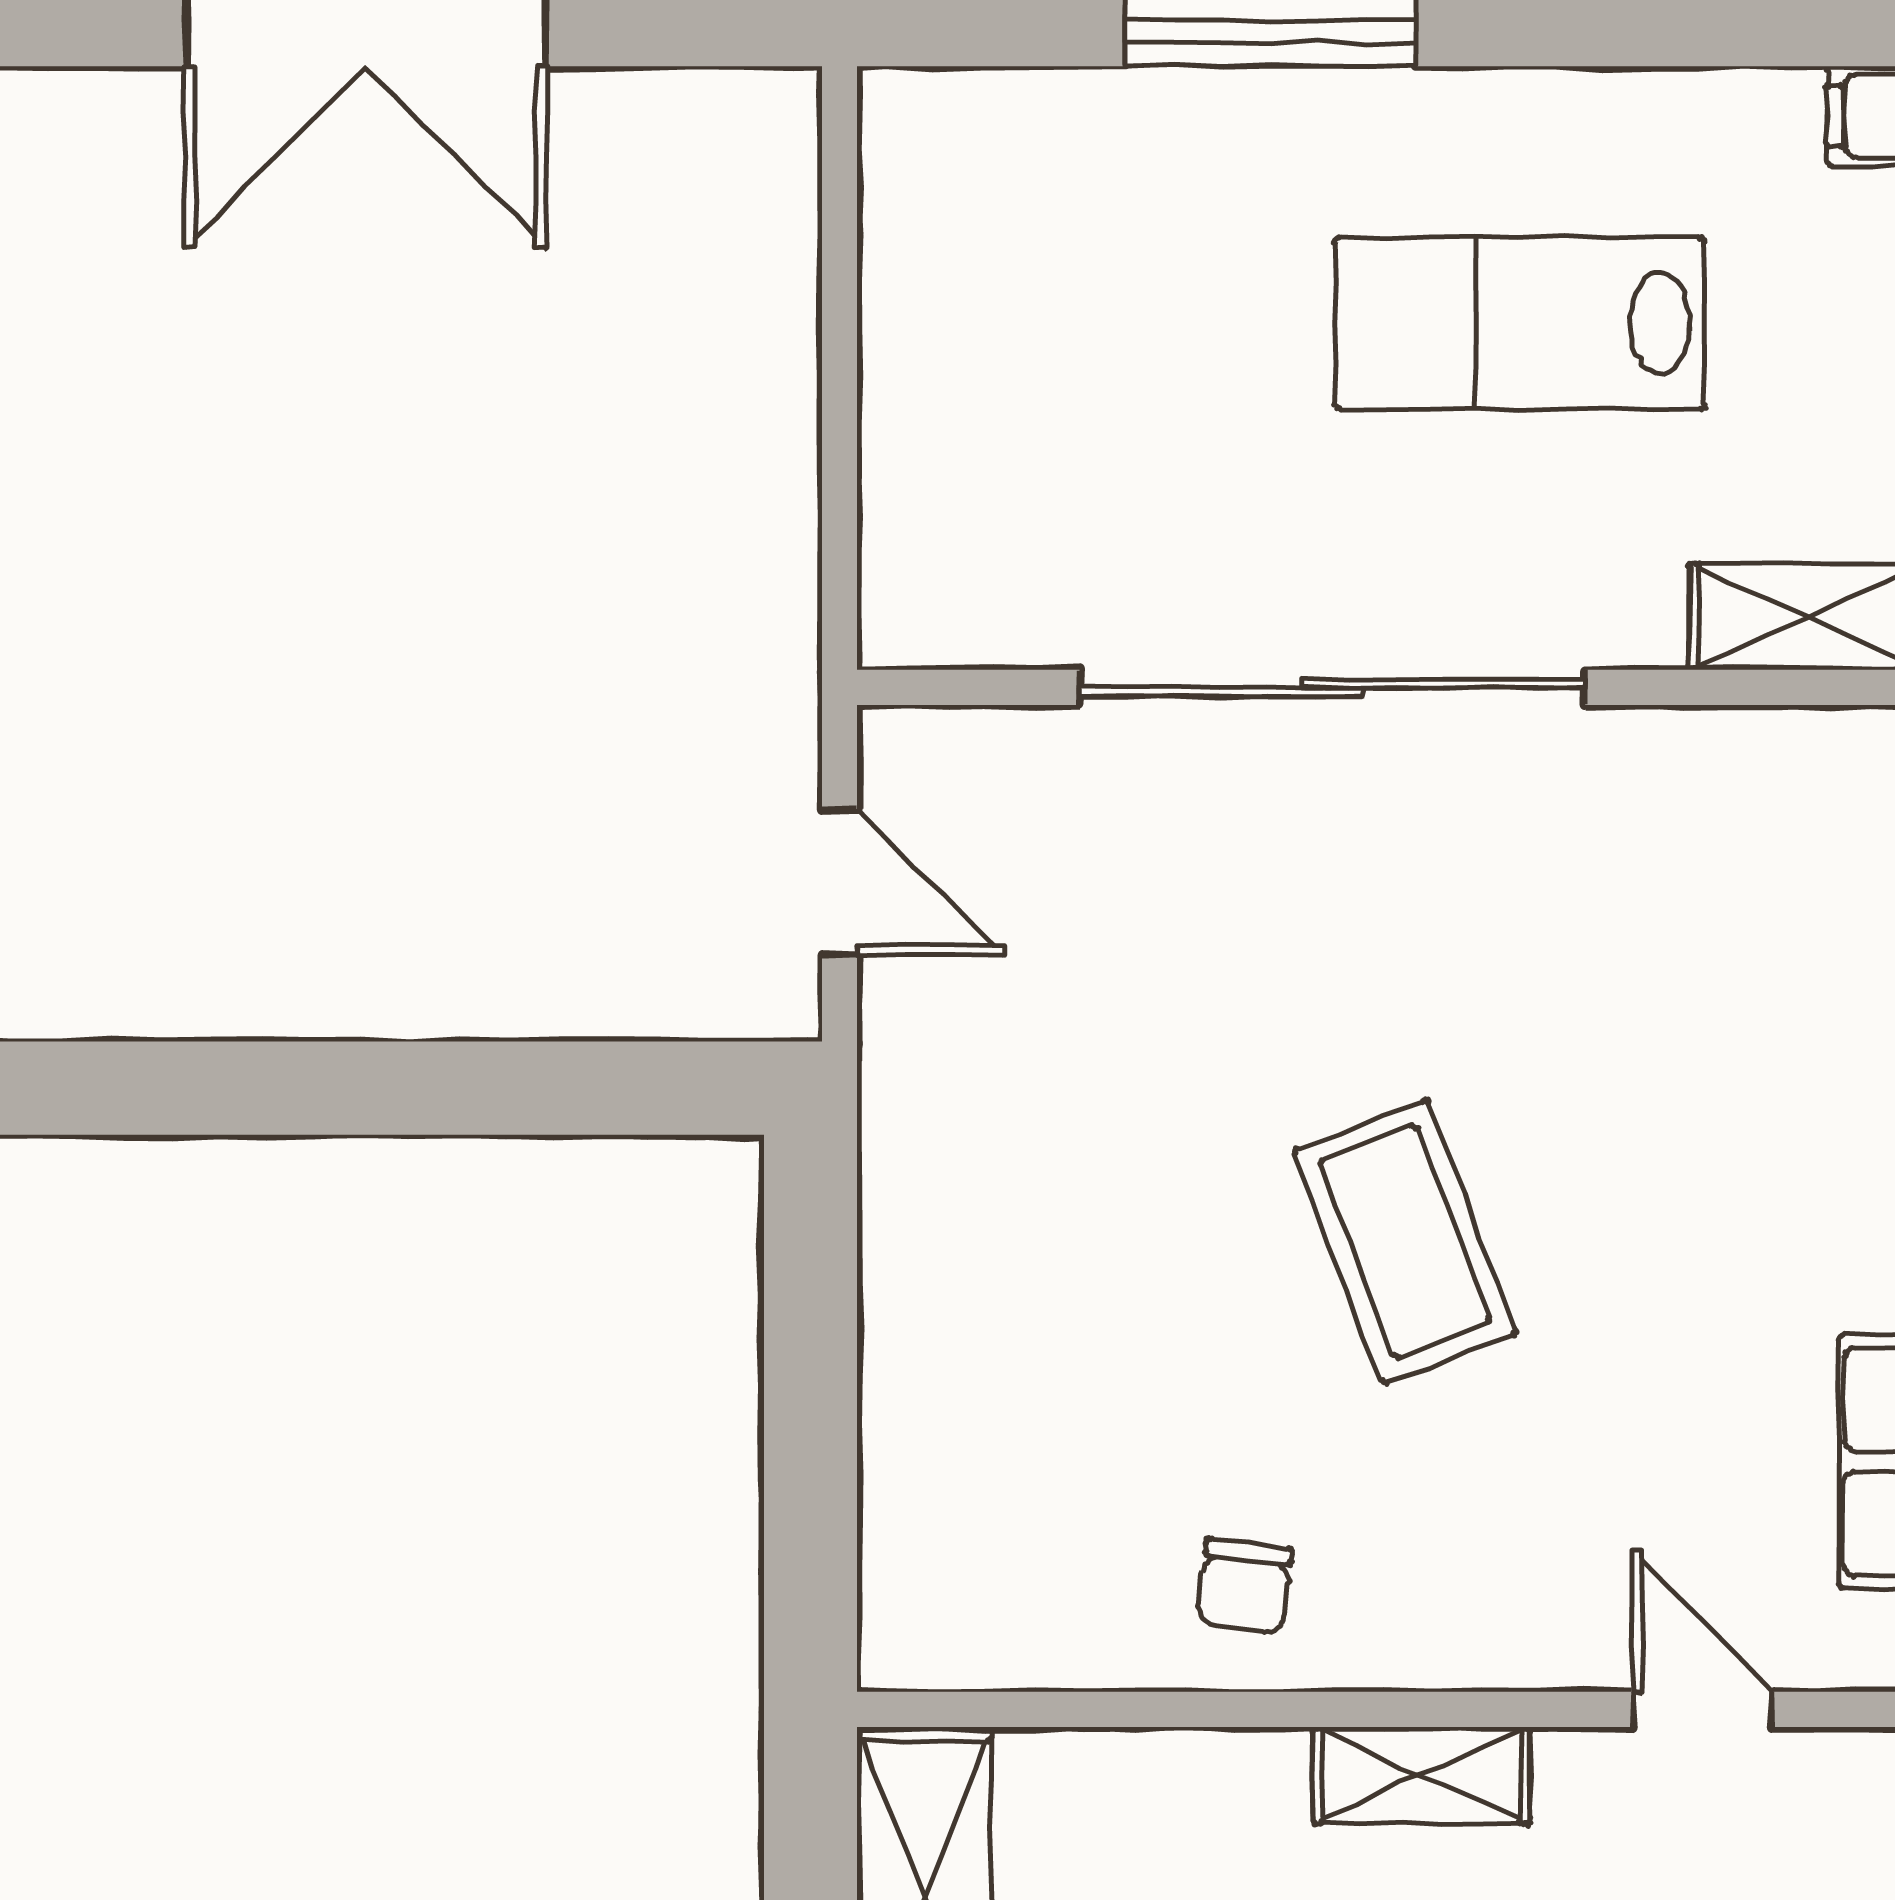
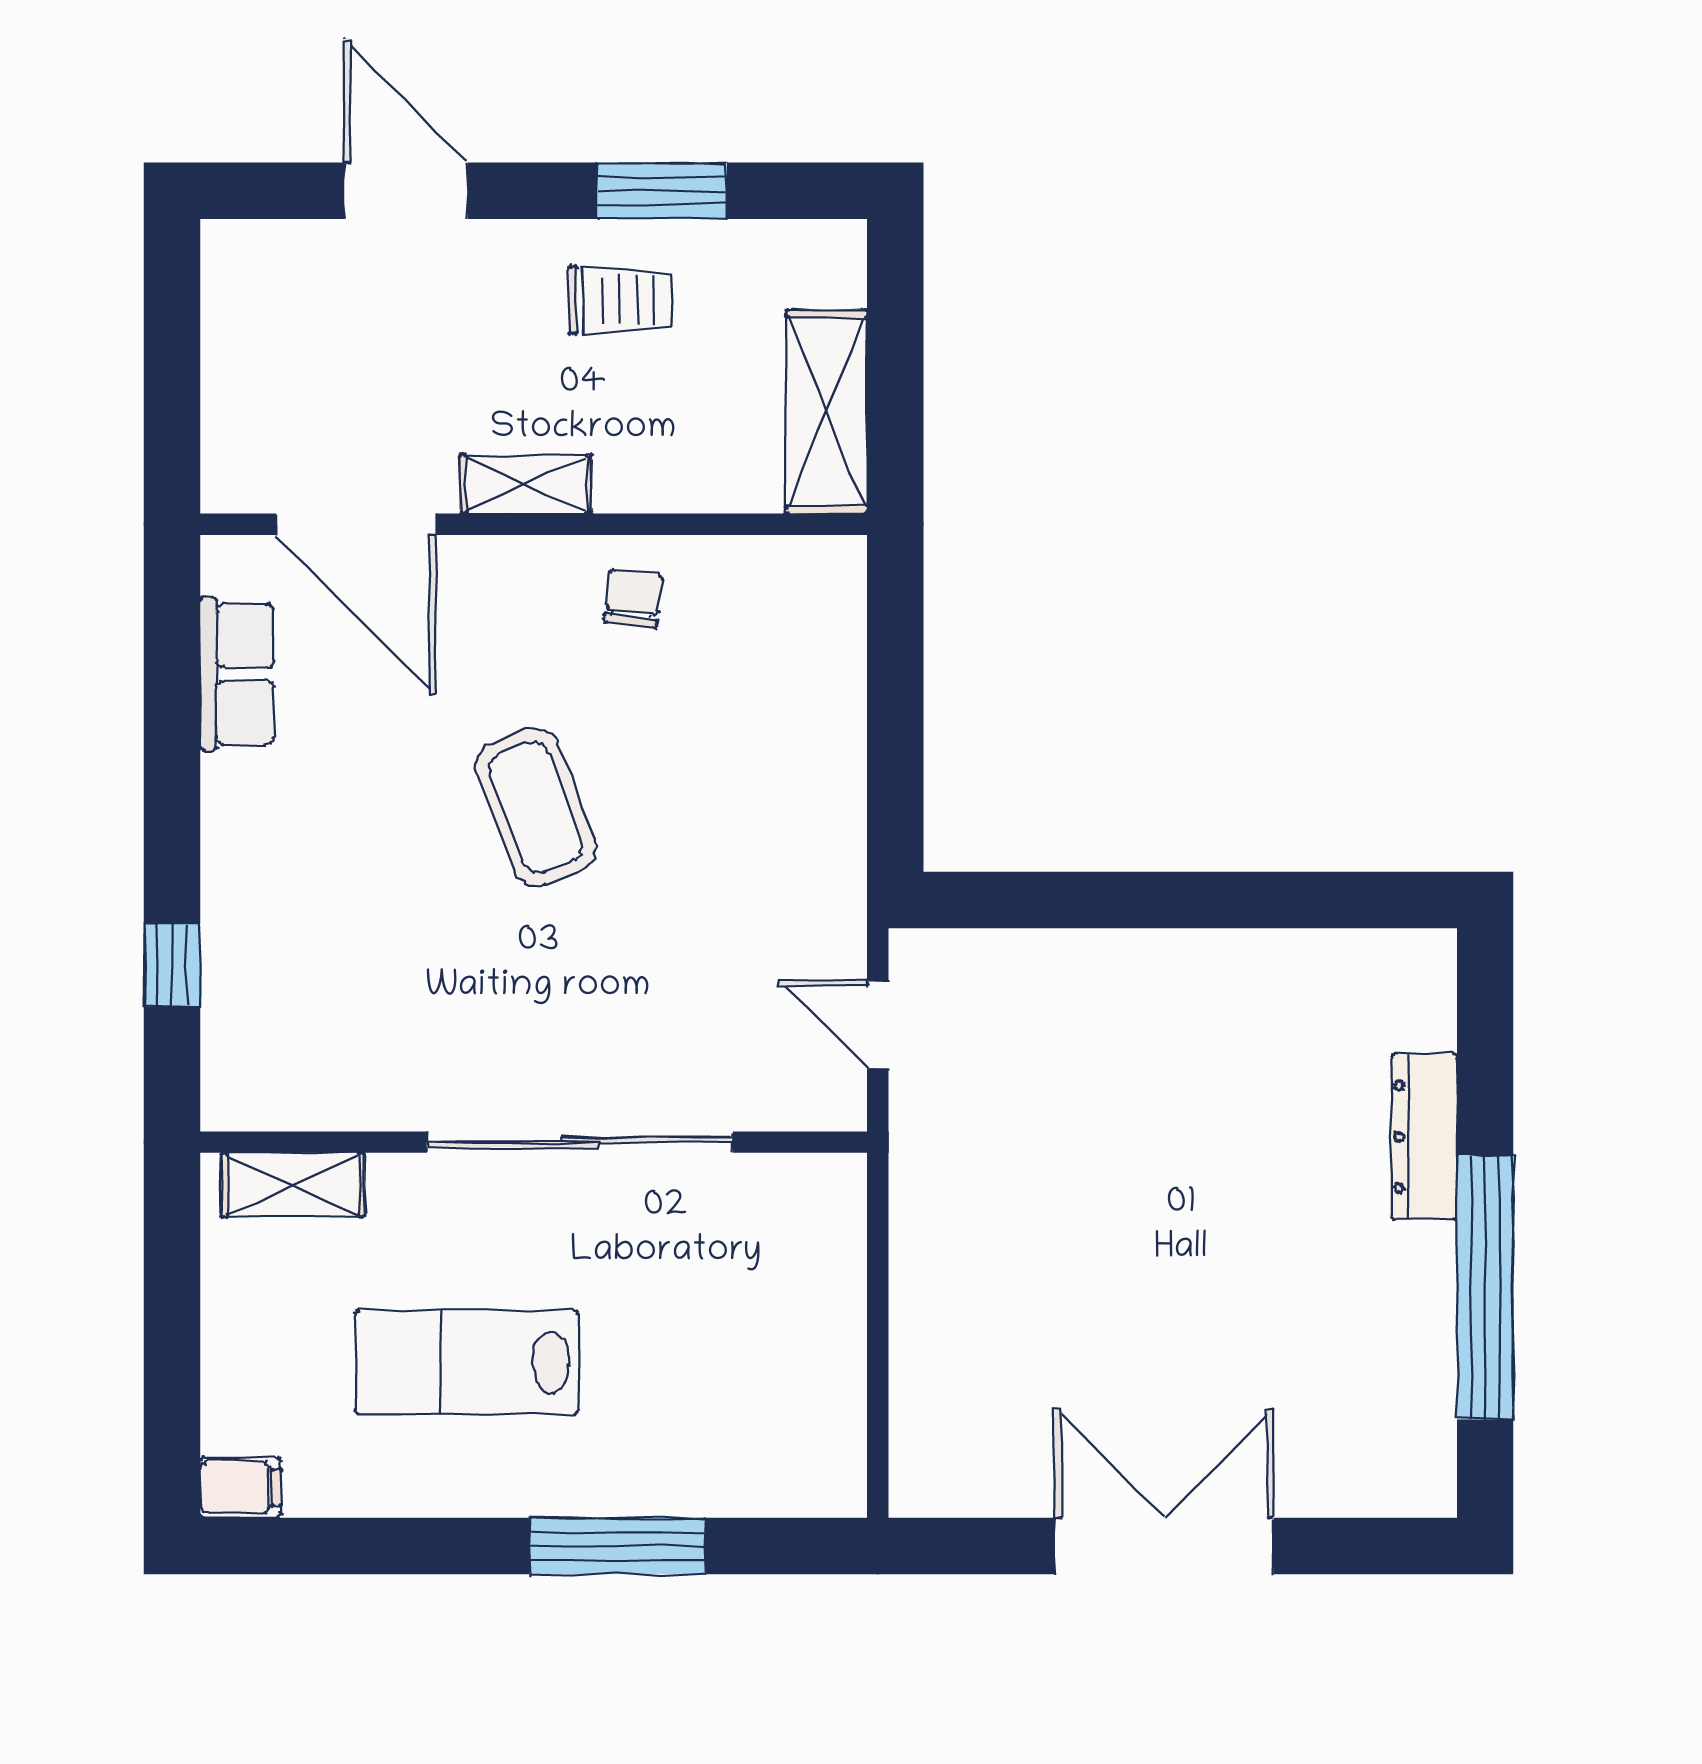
lab bench: (1520, 323) -> (466, 1362), turned 180
door: (1703, 1709) -> (356, 524), width x1.88

